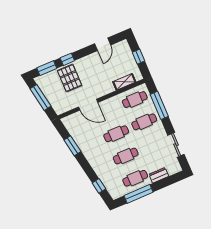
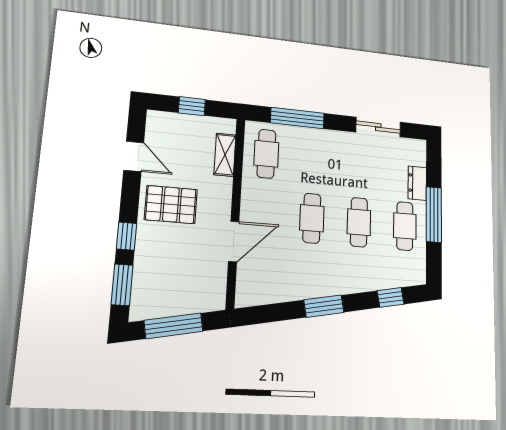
pallet: (70, 78) -> (171, 205), moved
cafe table: (144, 122) -> (314, 159), removed
window: (72, 146) -> (324, 306), moved
window: (138, 194) -> (434, 215), moved

